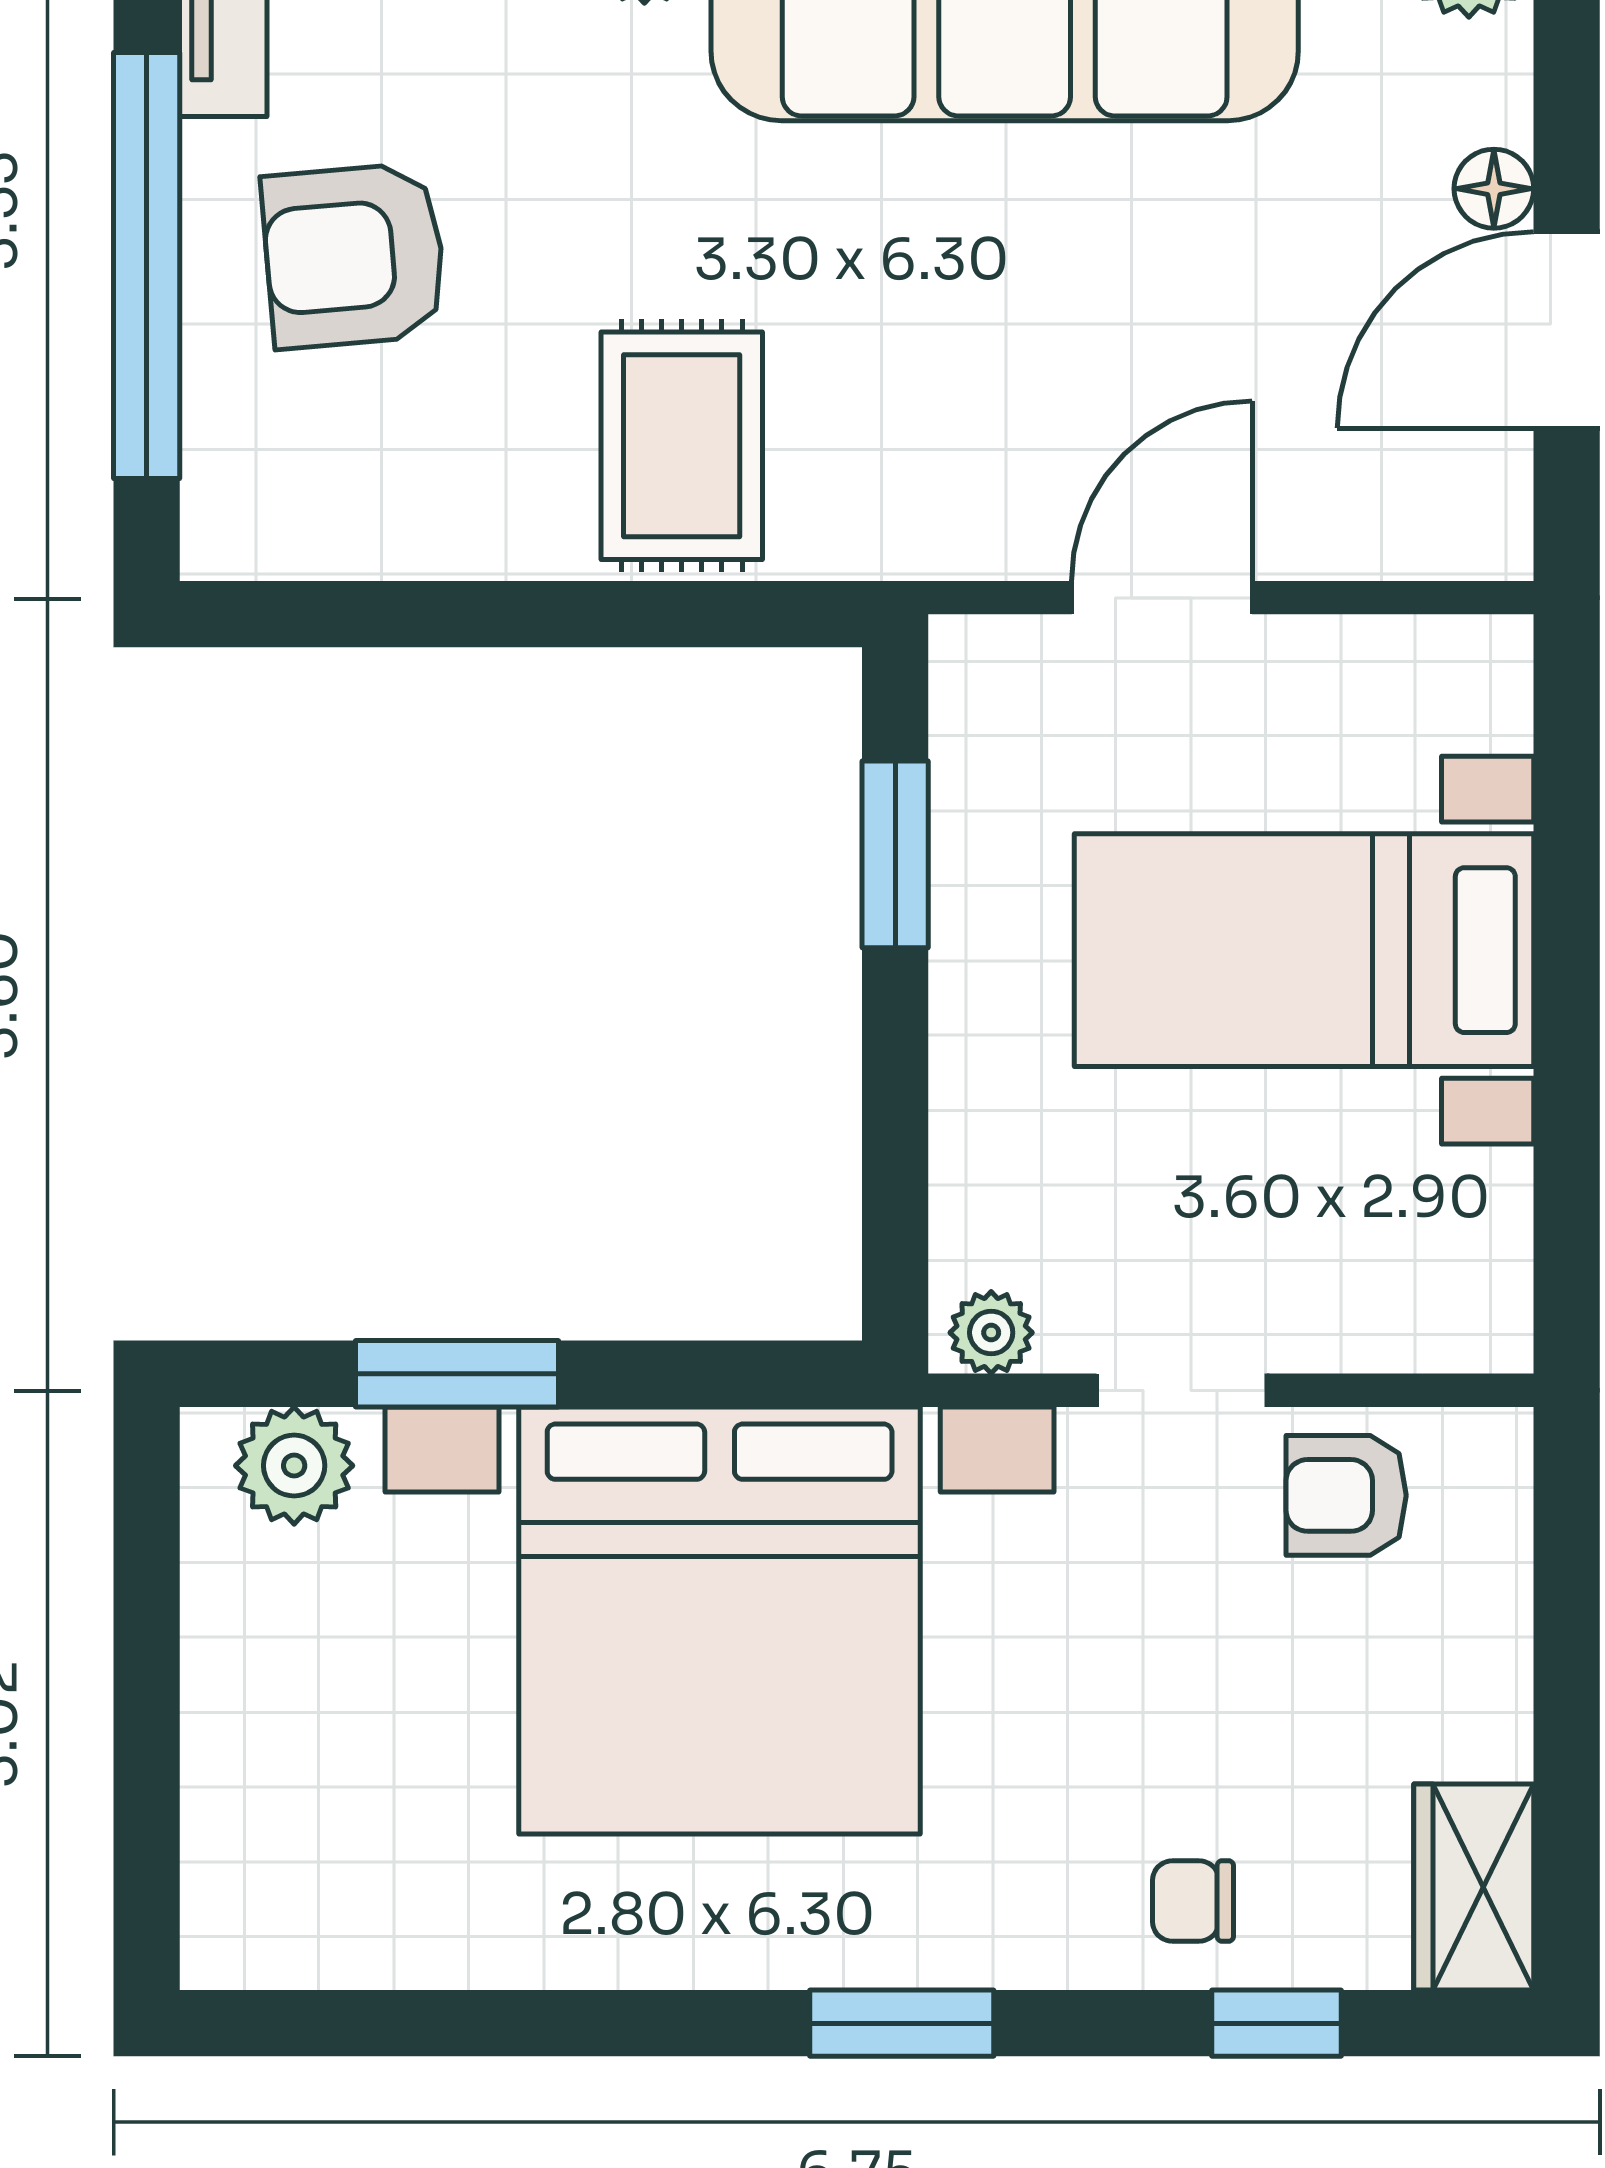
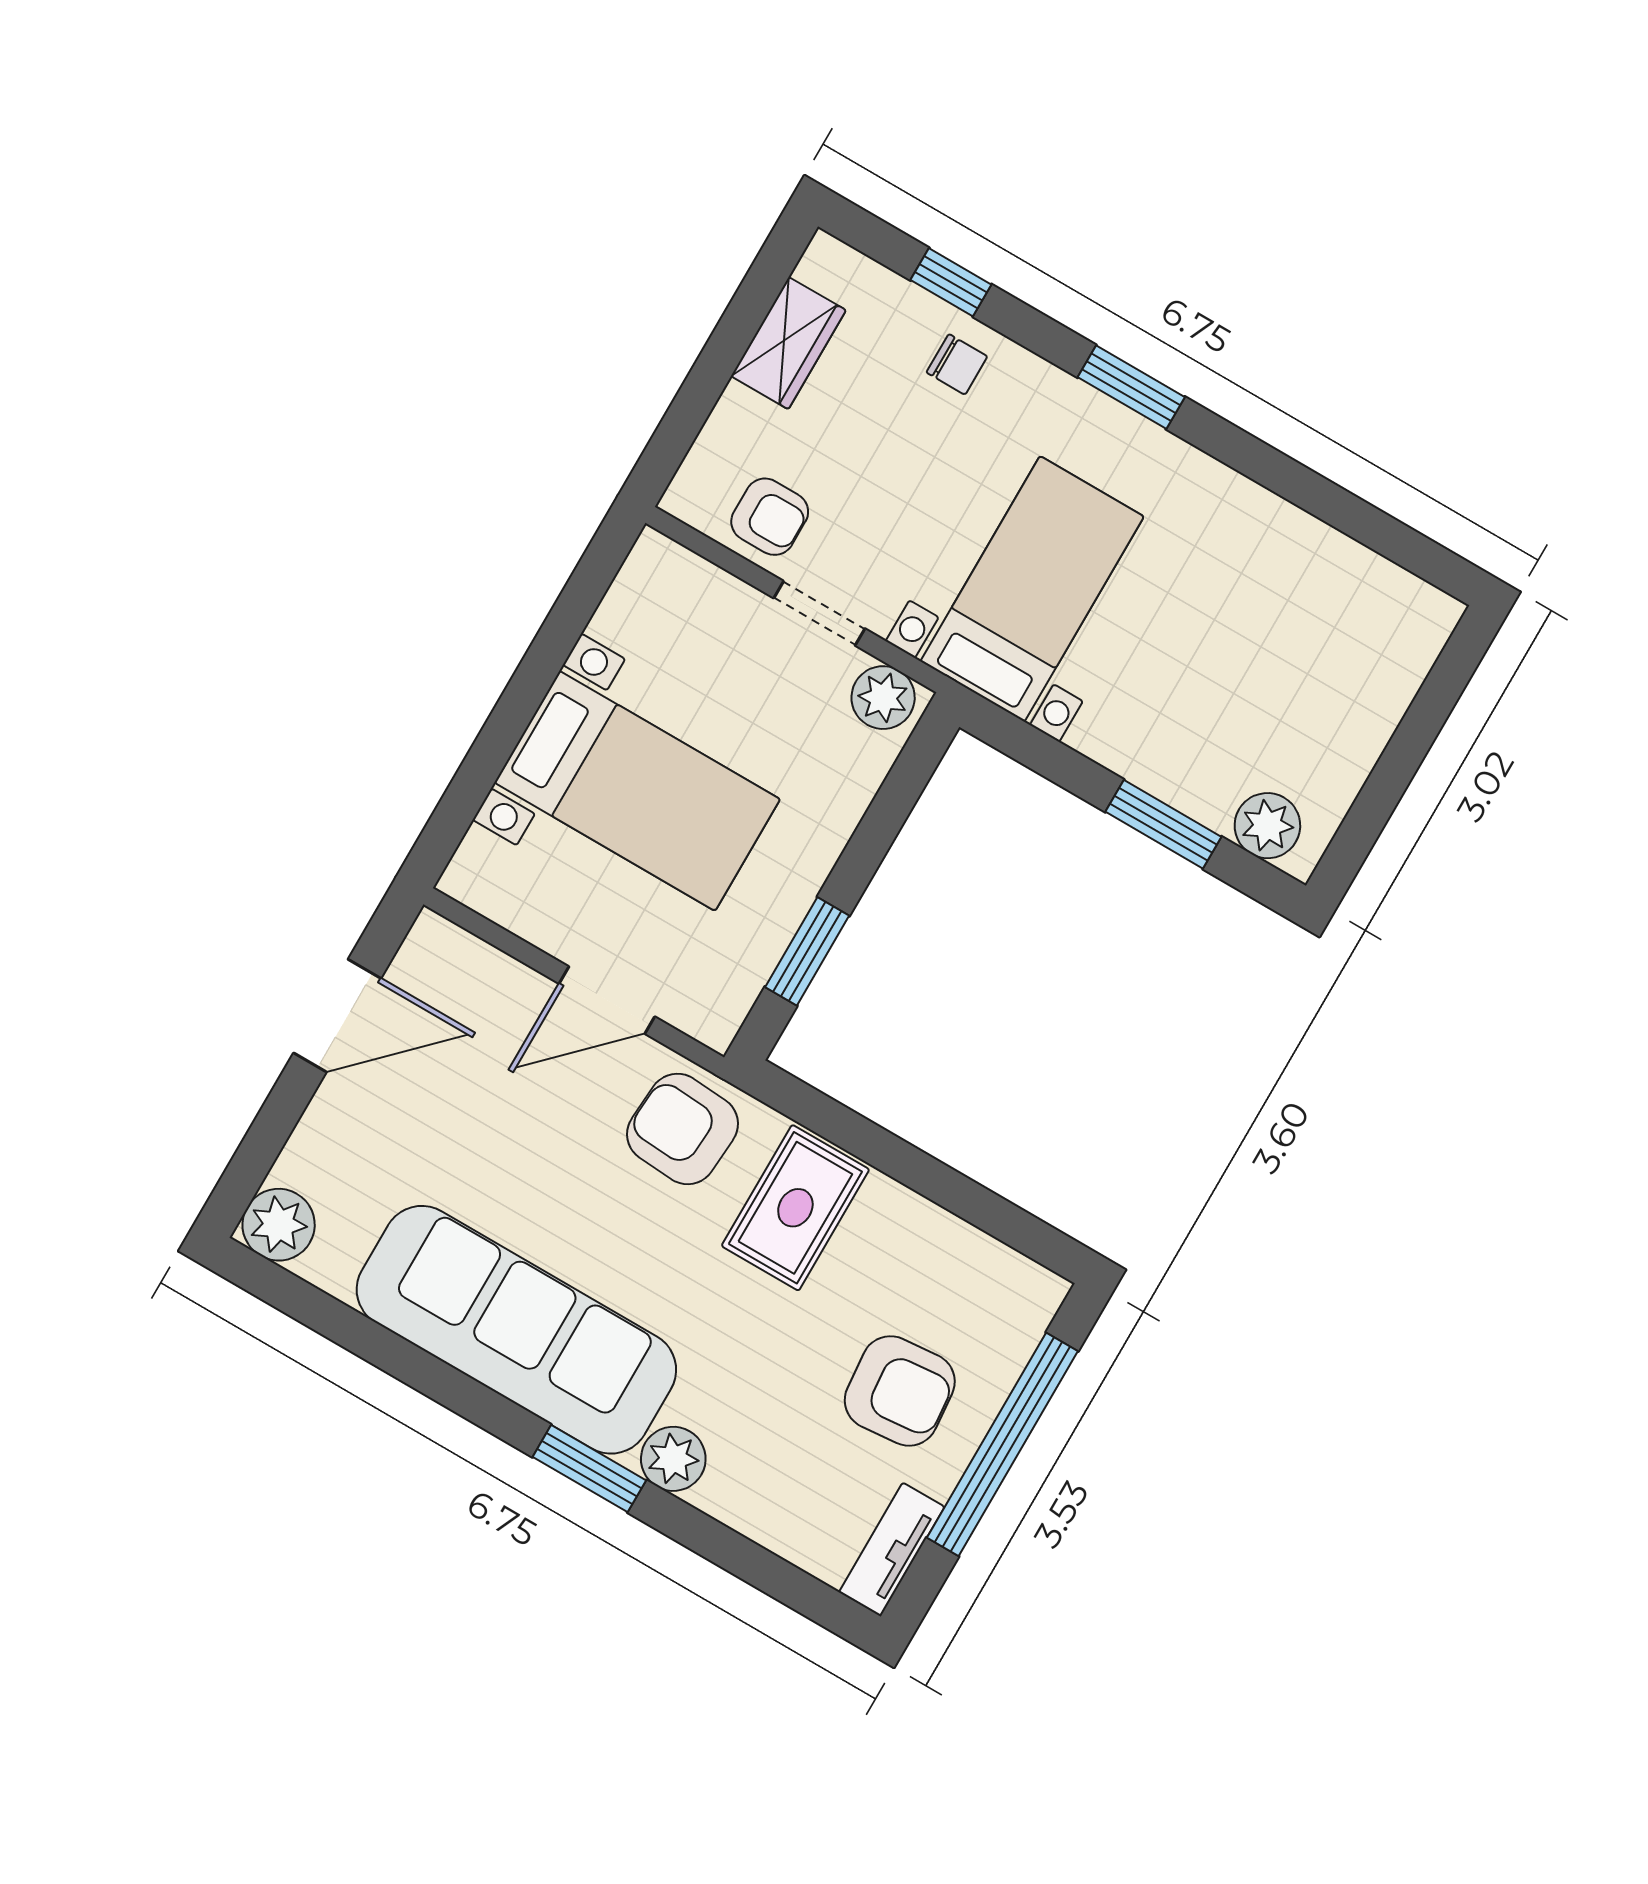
floor lamp: (1494, 189) -> (333, 1104), removed
armchair: (928, 466) -> (683, 1129), added
plant: (991, 1333) -> (883, 698), width x1.38, depth x1.38
bed with nightstands: (720, 1620) -> (1032, 589), width x0.54
wardrobe: (1474, 1887) -> (788, 343), moved

